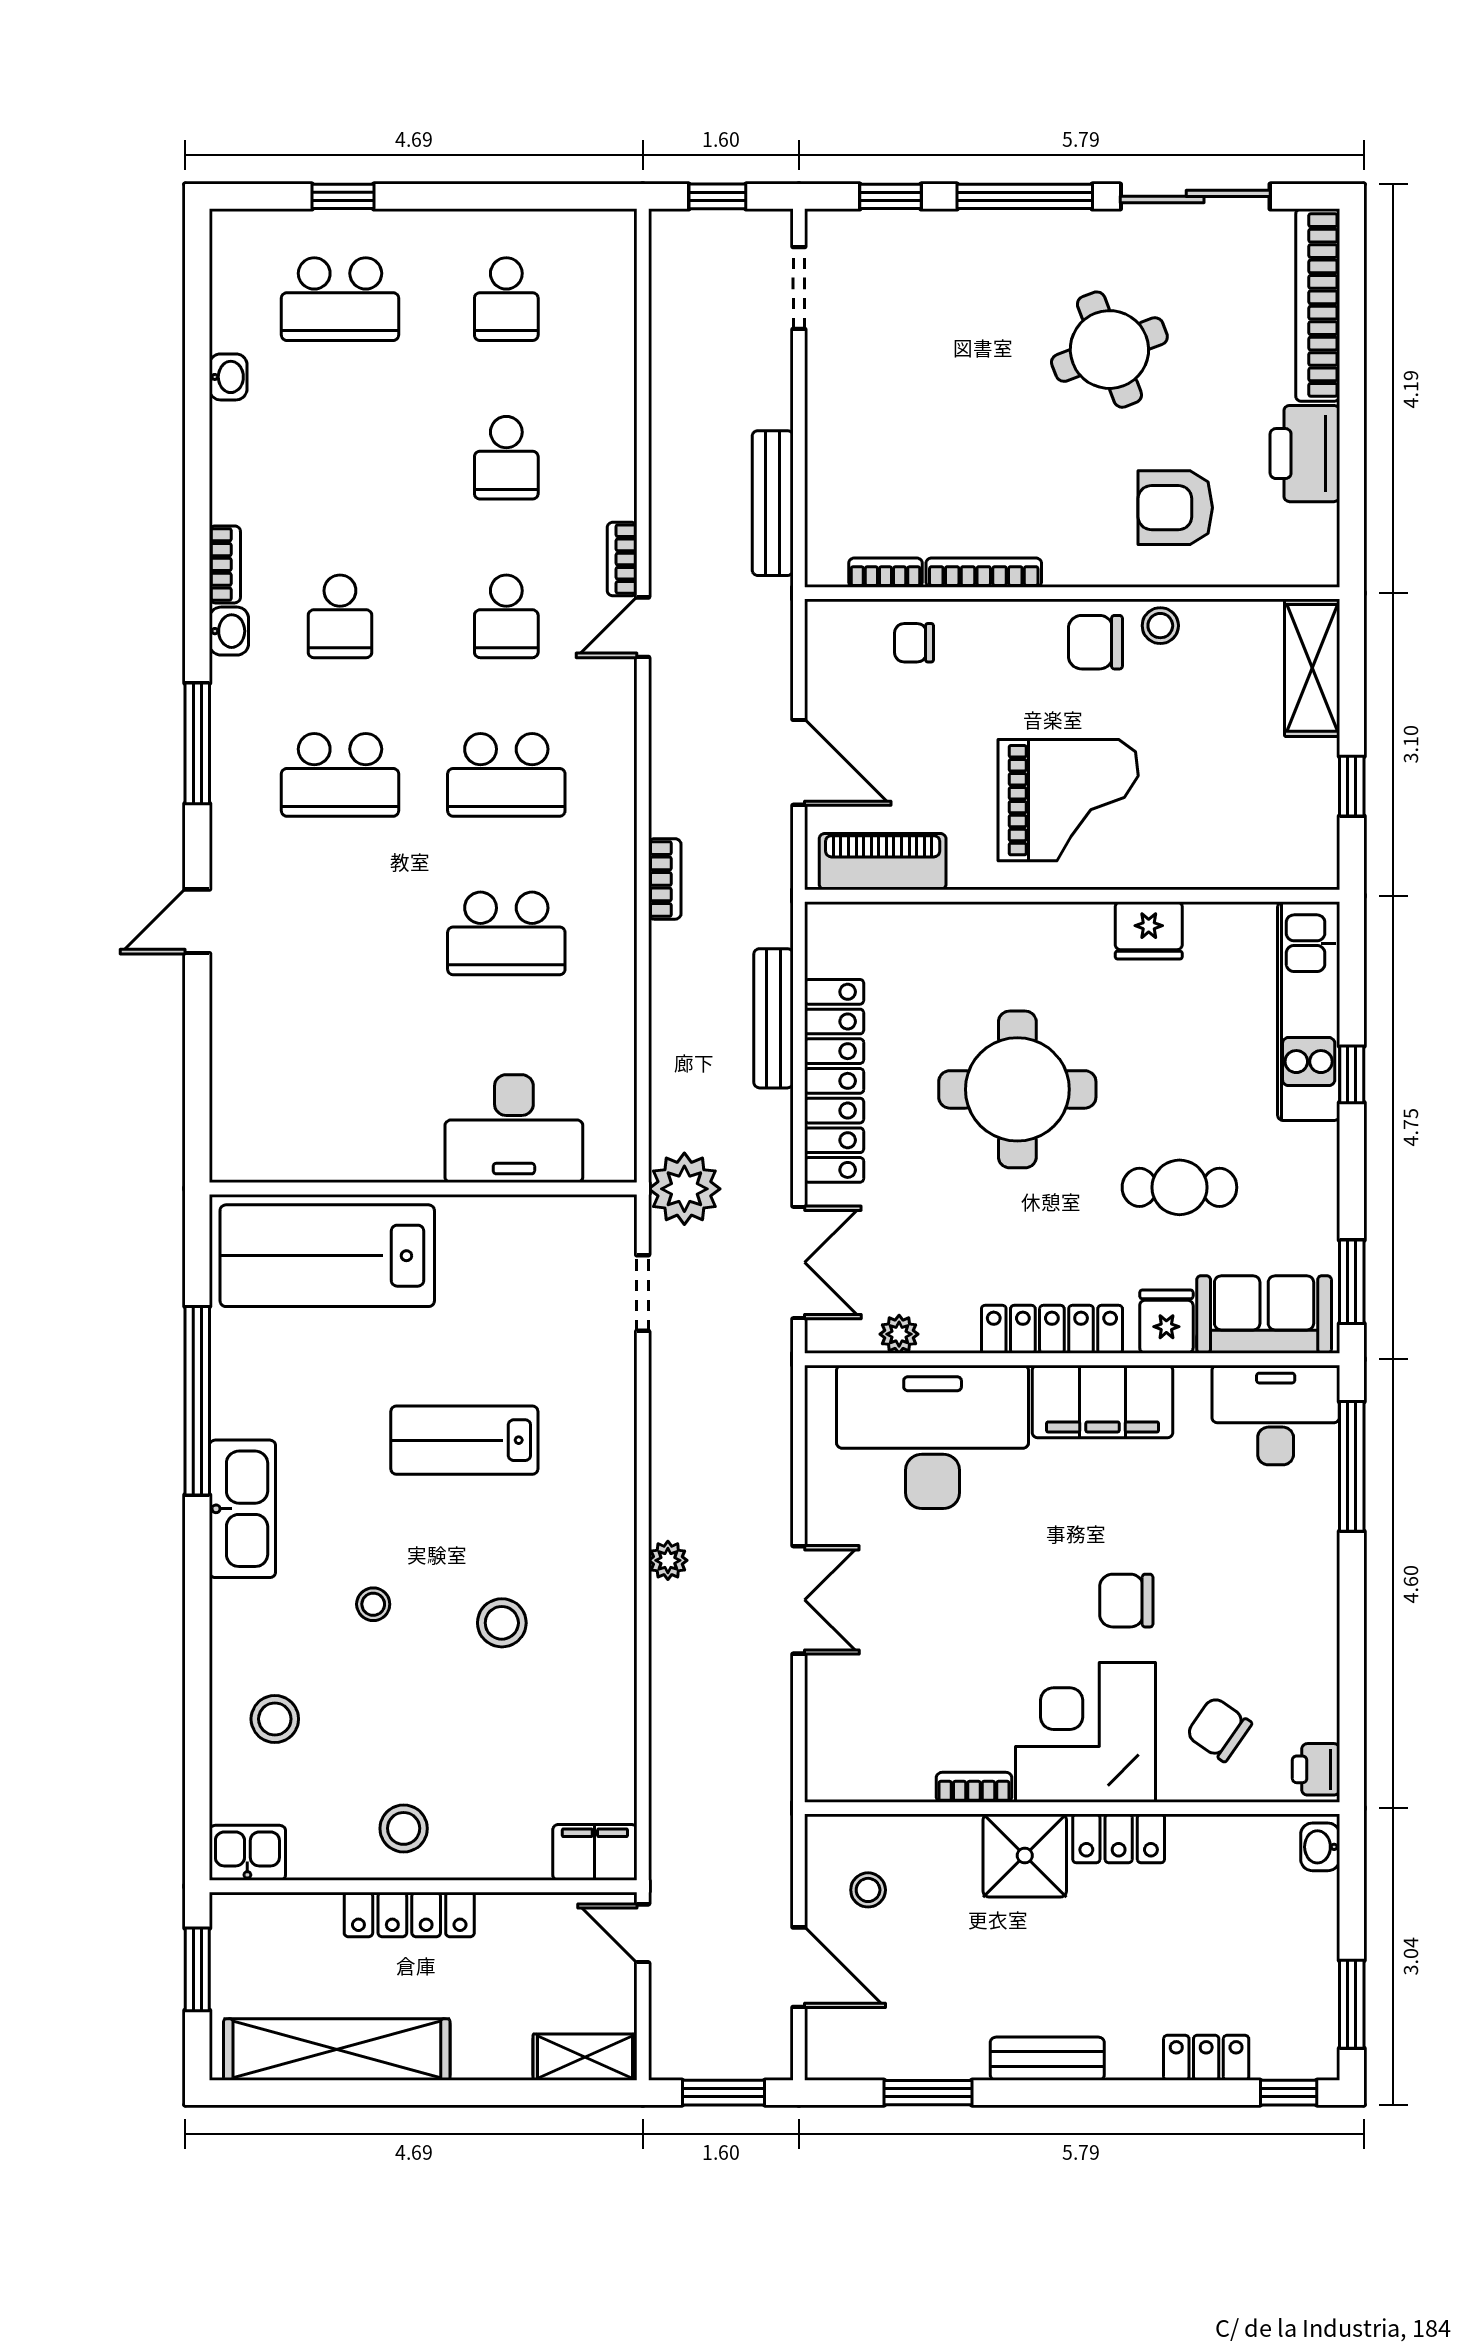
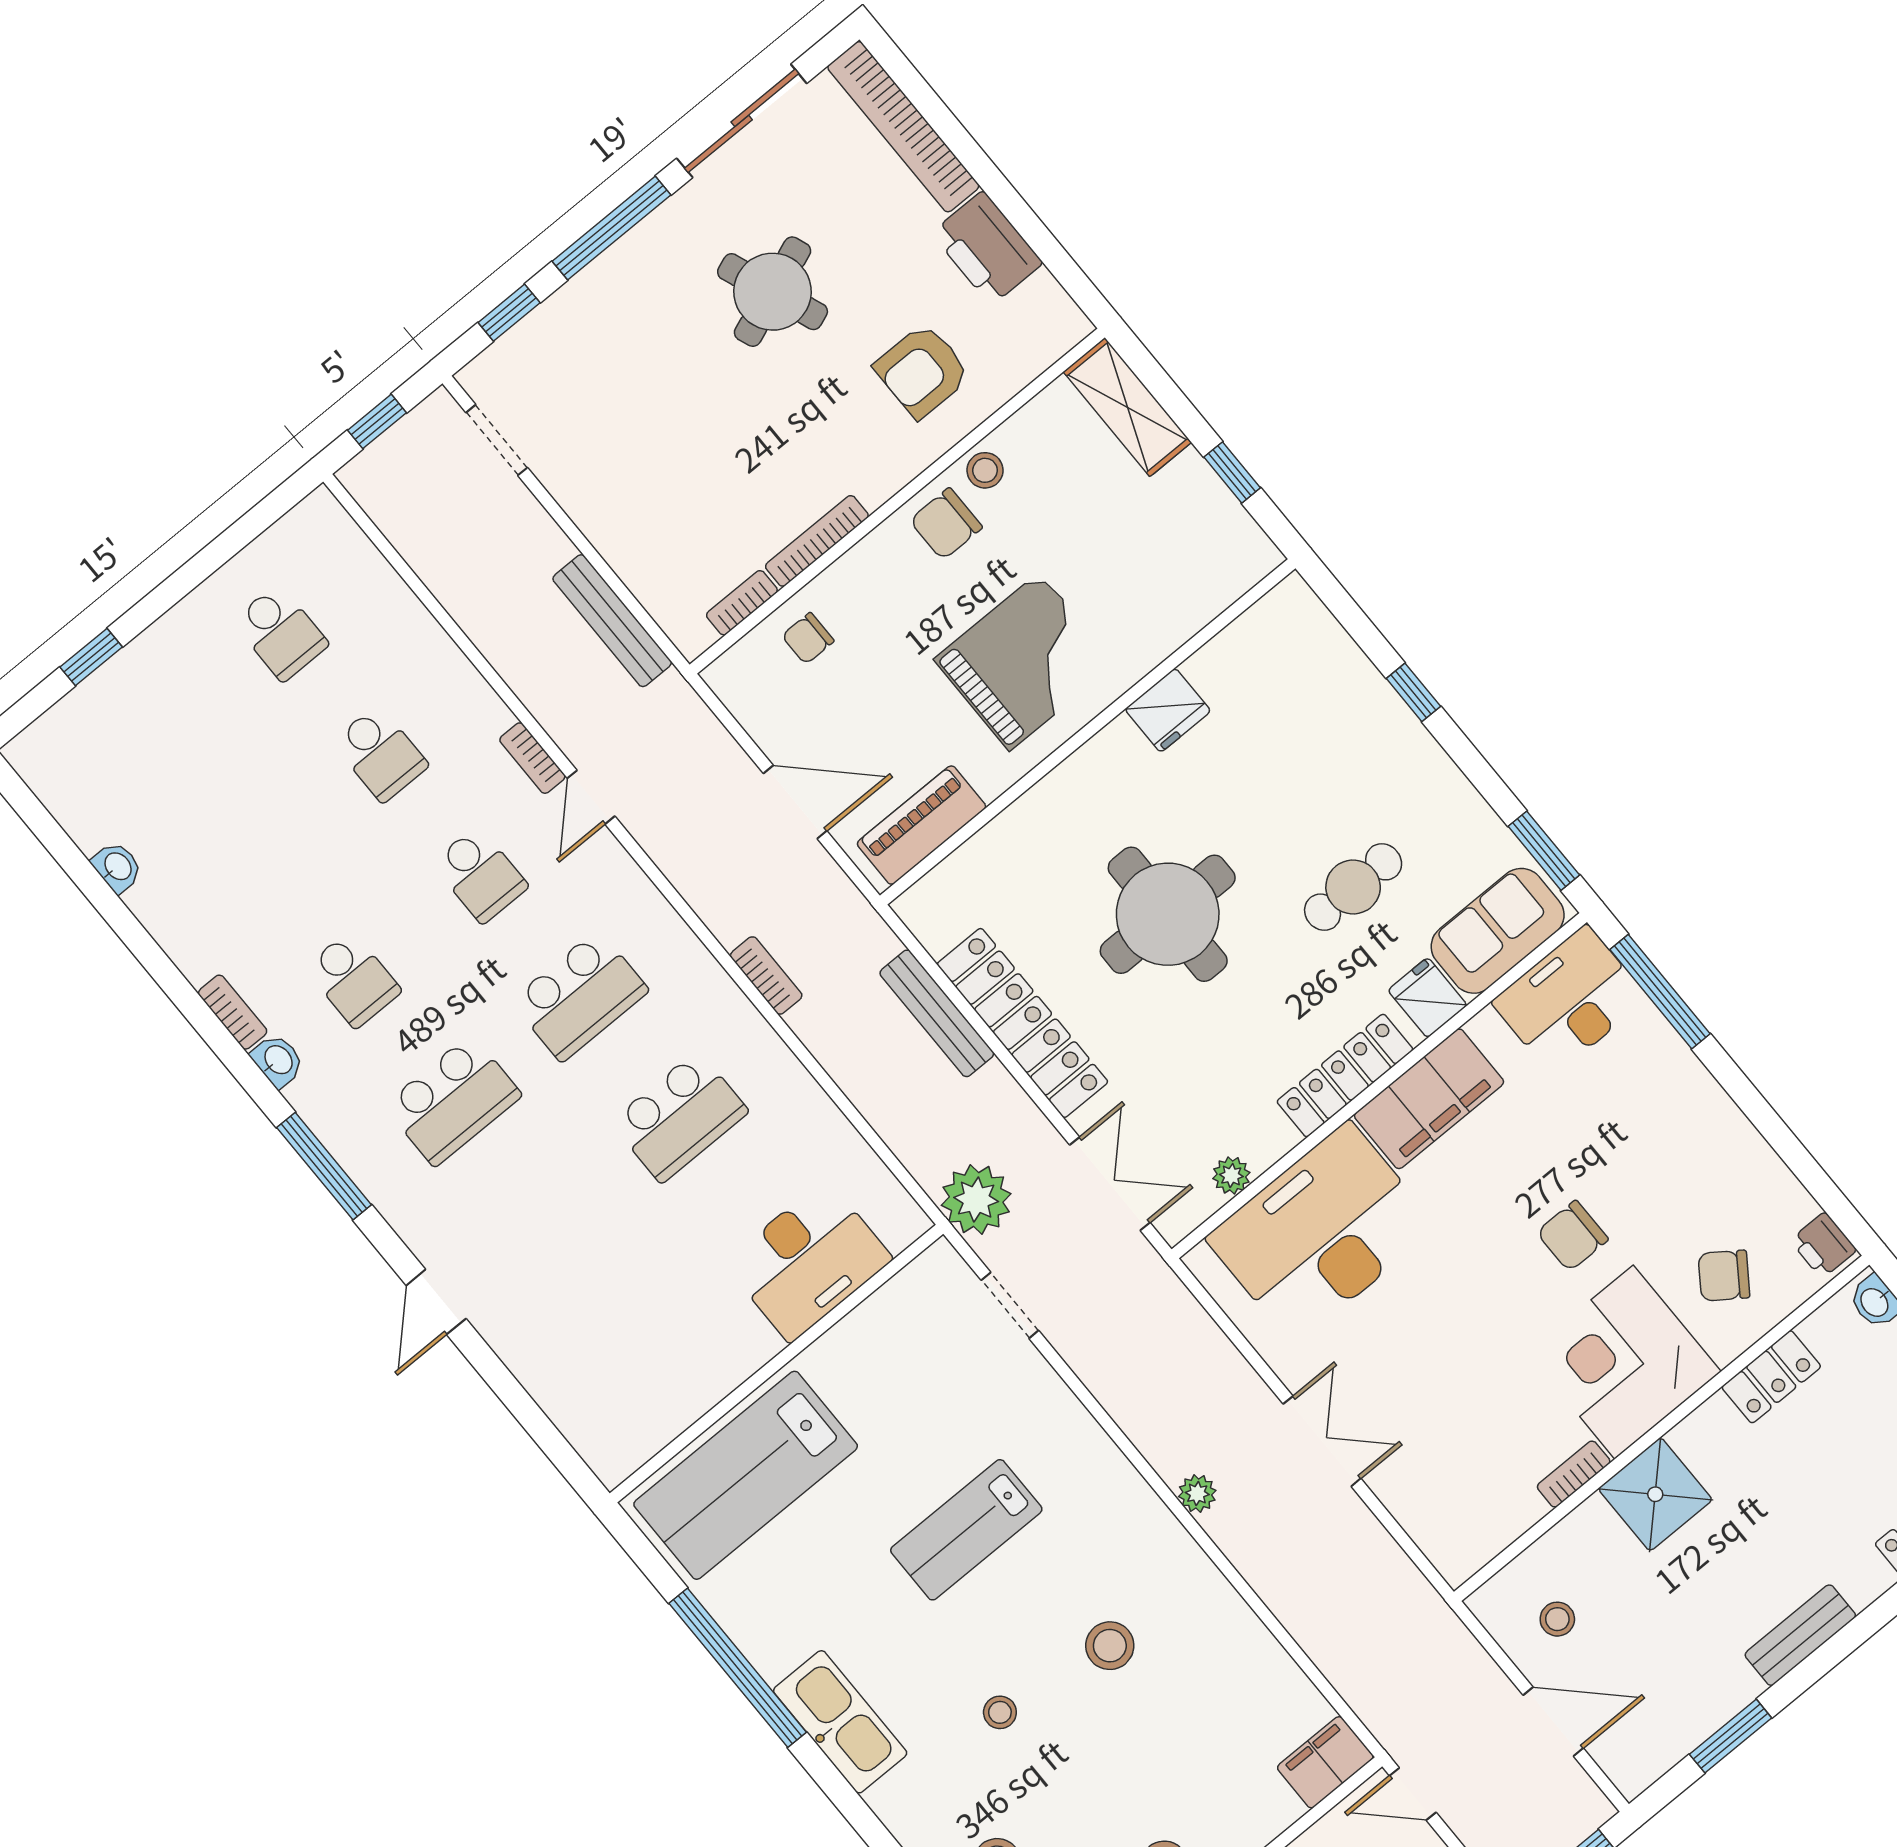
school desk: (340, 299) -> (154, 737), removed
kitchen unit: (1309, 1011) -> (1341, 671), removed
locker: (1119, 1838) -> (1771, 1377), moved

